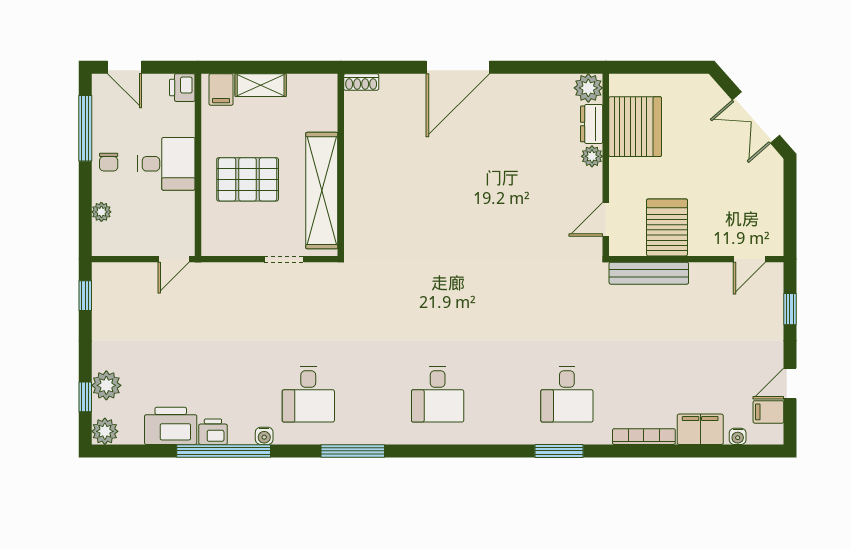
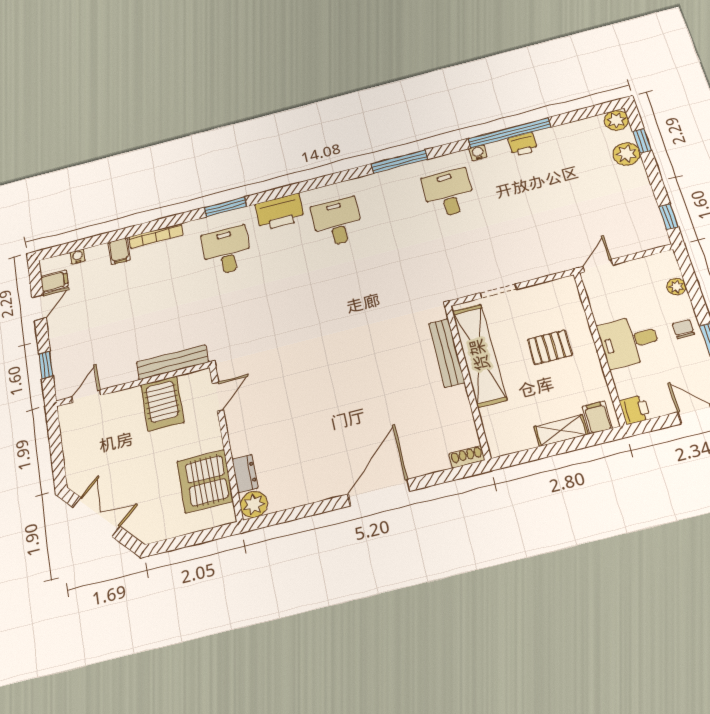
plant: (592, 156) -> (240, 446), removed
pallet: (248, 179) -> (550, 347), width x0.67, depth x0.71
bench: (355, 203) -> (447, 353), added
printer: (171, 426) -> (280, 212), moved
filing cabinet: (700, 429) -> (119, 251), width x0.50

